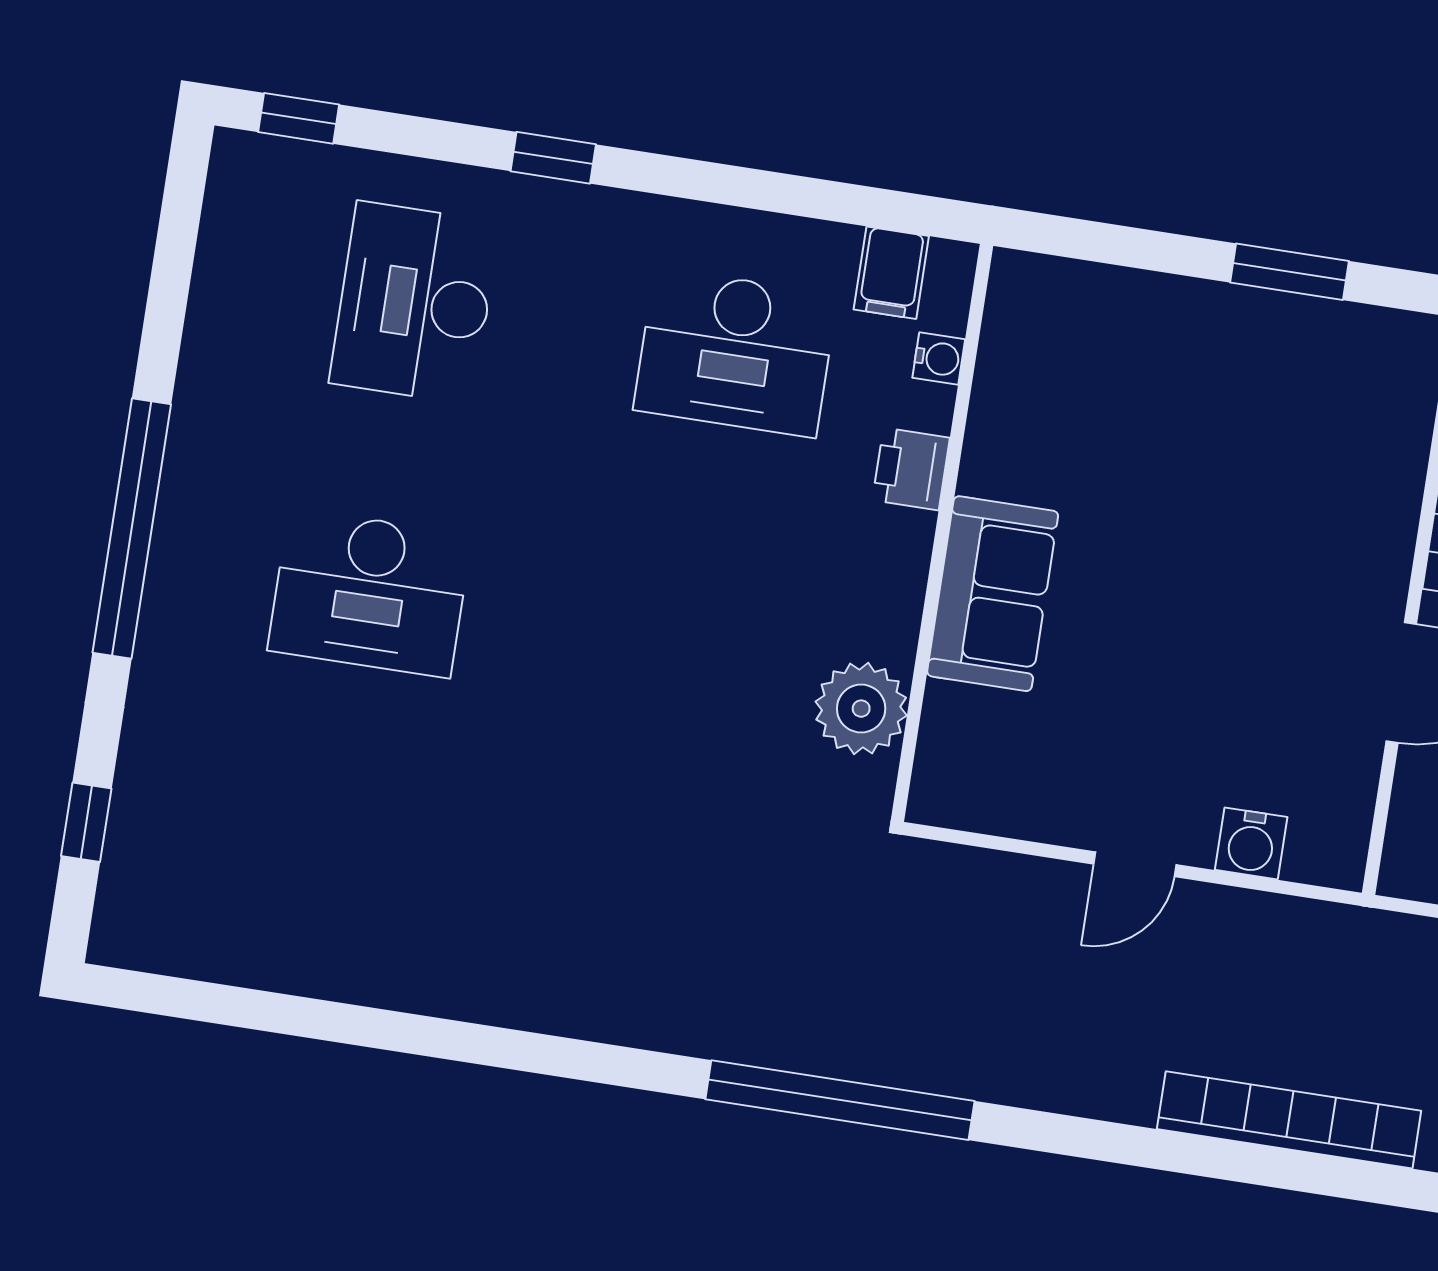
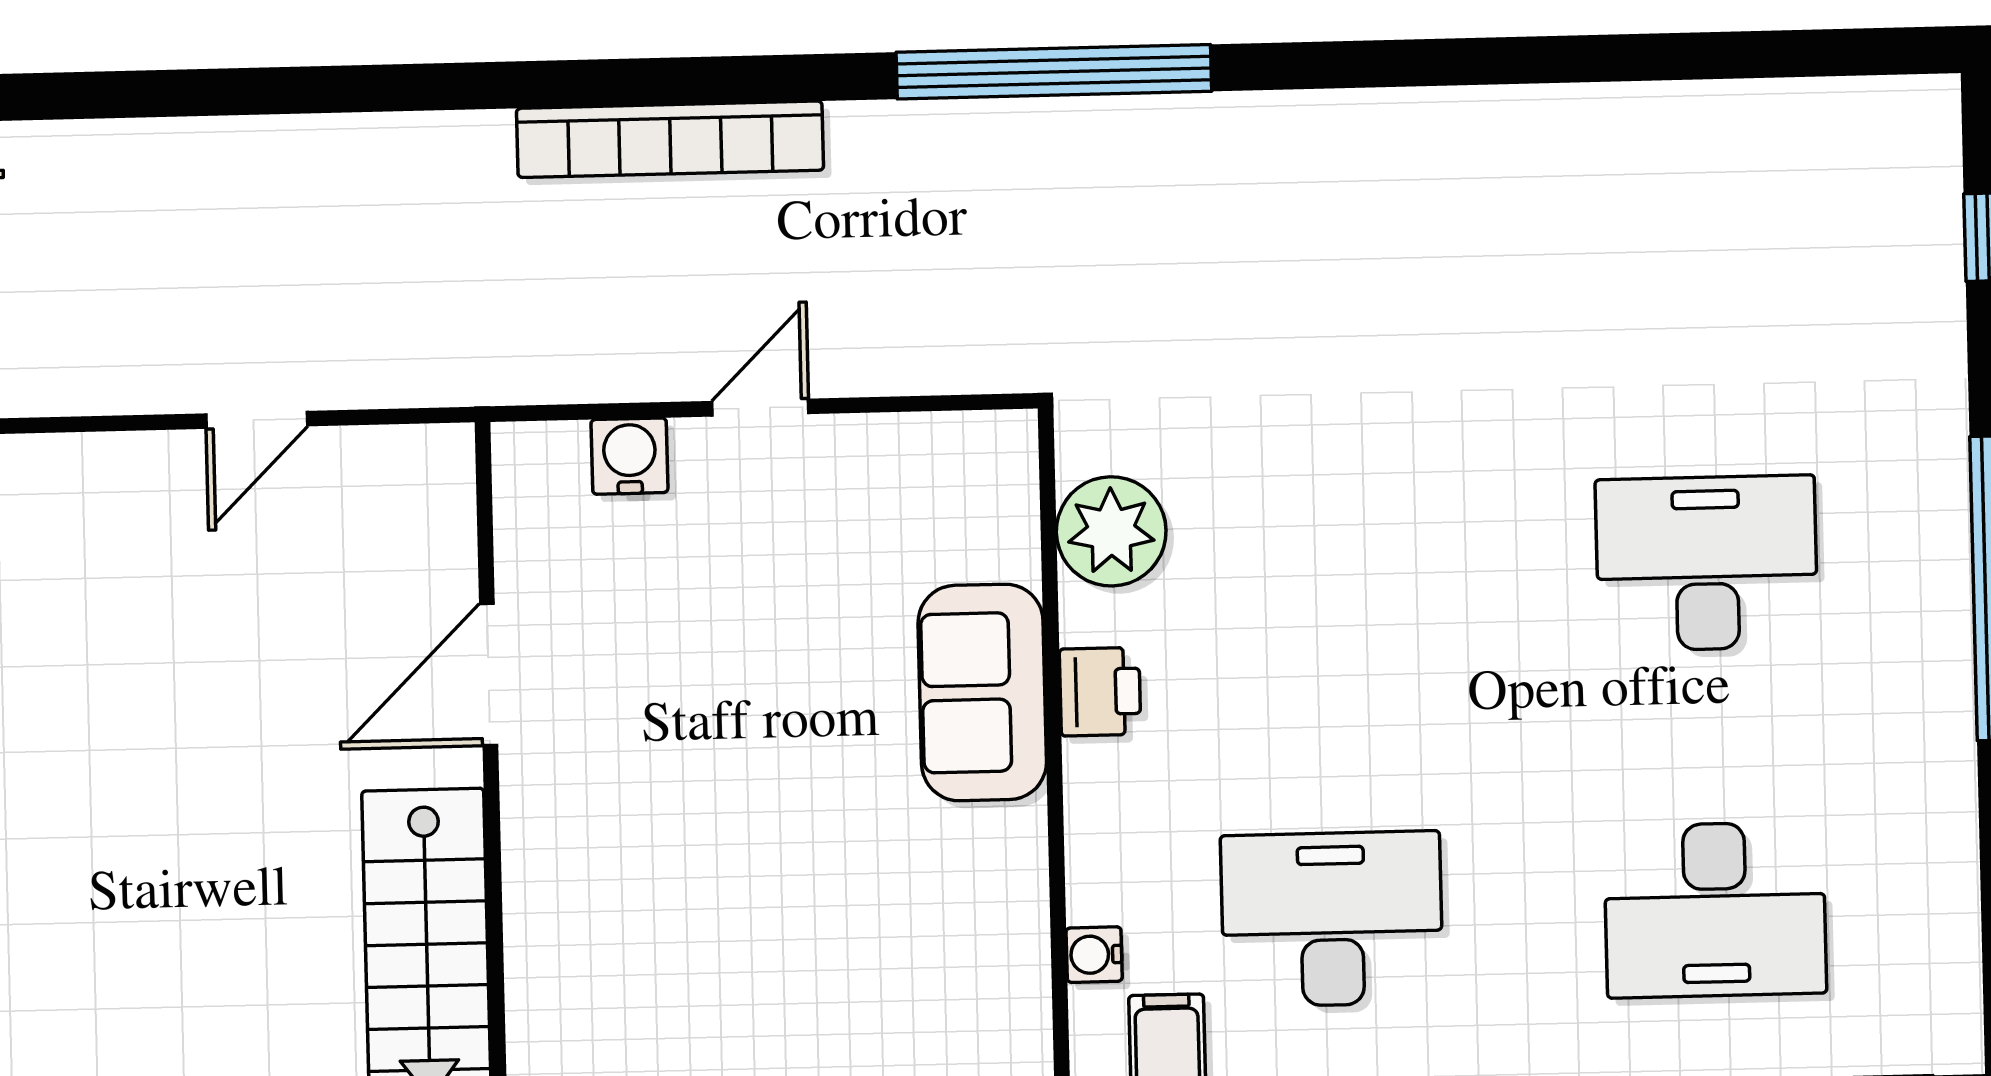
desk: (415, 303) -> (1715, 910), turned 90
printer: (911, 469) -> (1100, 692), moved
bookcase: (1289, 1120) -> (670, 139), moved

